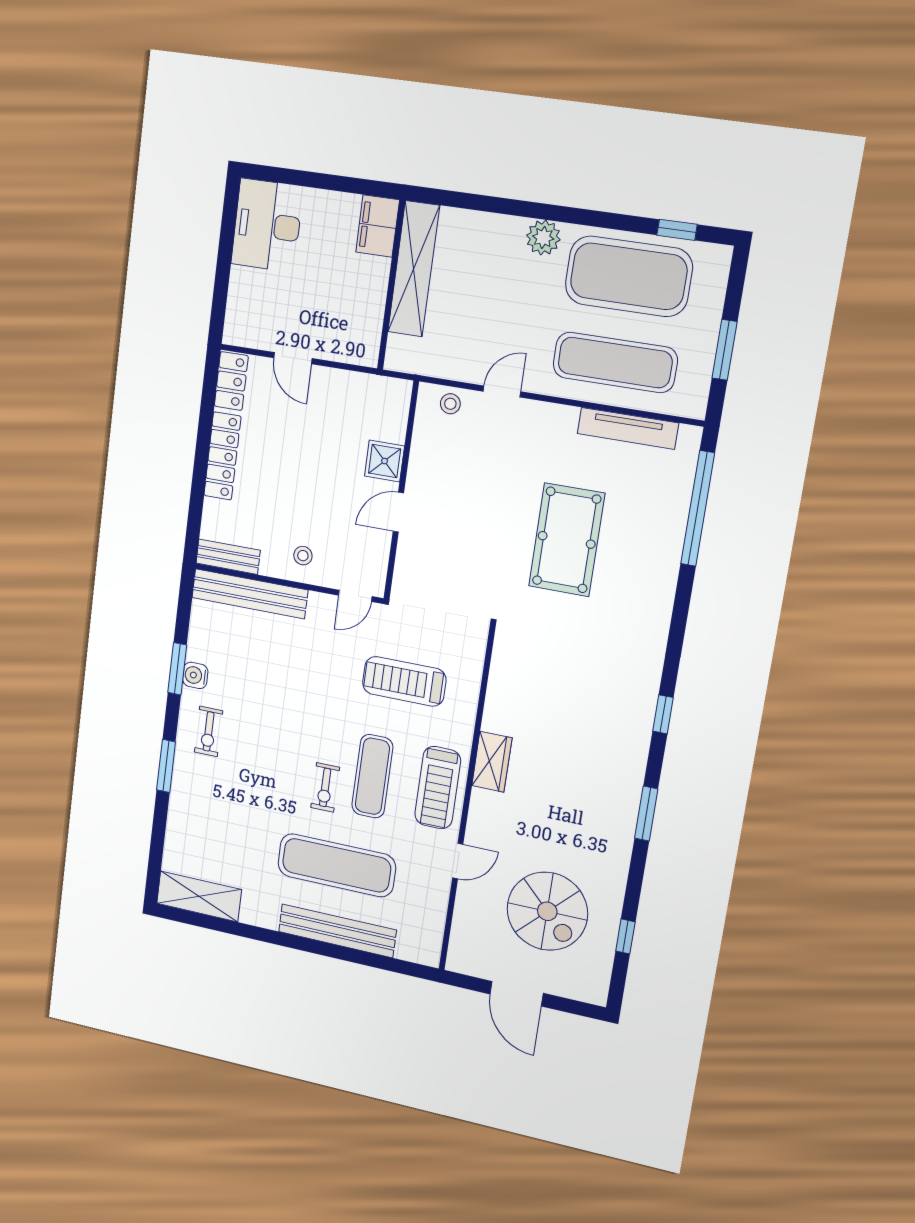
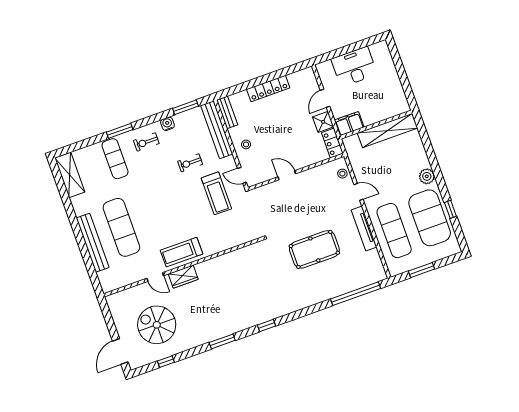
desk: (267, 225) -> (354, 67), moved
filing cabinet: (378, 226) -> (349, 124), moved
window: (677, 230) -> (450, 209), moved
locker: (231, 381) -> (332, 143), moved, turned 90
tv unit: (628, 428) -> (364, 228), moved
shower: (385, 461) -> (323, 122), moved
window: (177, 669) -> (186, 107), moved
treadmill: (404, 681) -> (216, 193), moved, turned 180
wardrobe: (492, 762) -> (183, 277), moved
exercise mat: (372, 776) -> (115, 159), moved, turned 90
exercise bike: (325, 787) -> (190, 163), moved
spiral stairs: (547, 911) -> (157, 325), turned 90
door: (516, 994) -> (120, 351), moved

